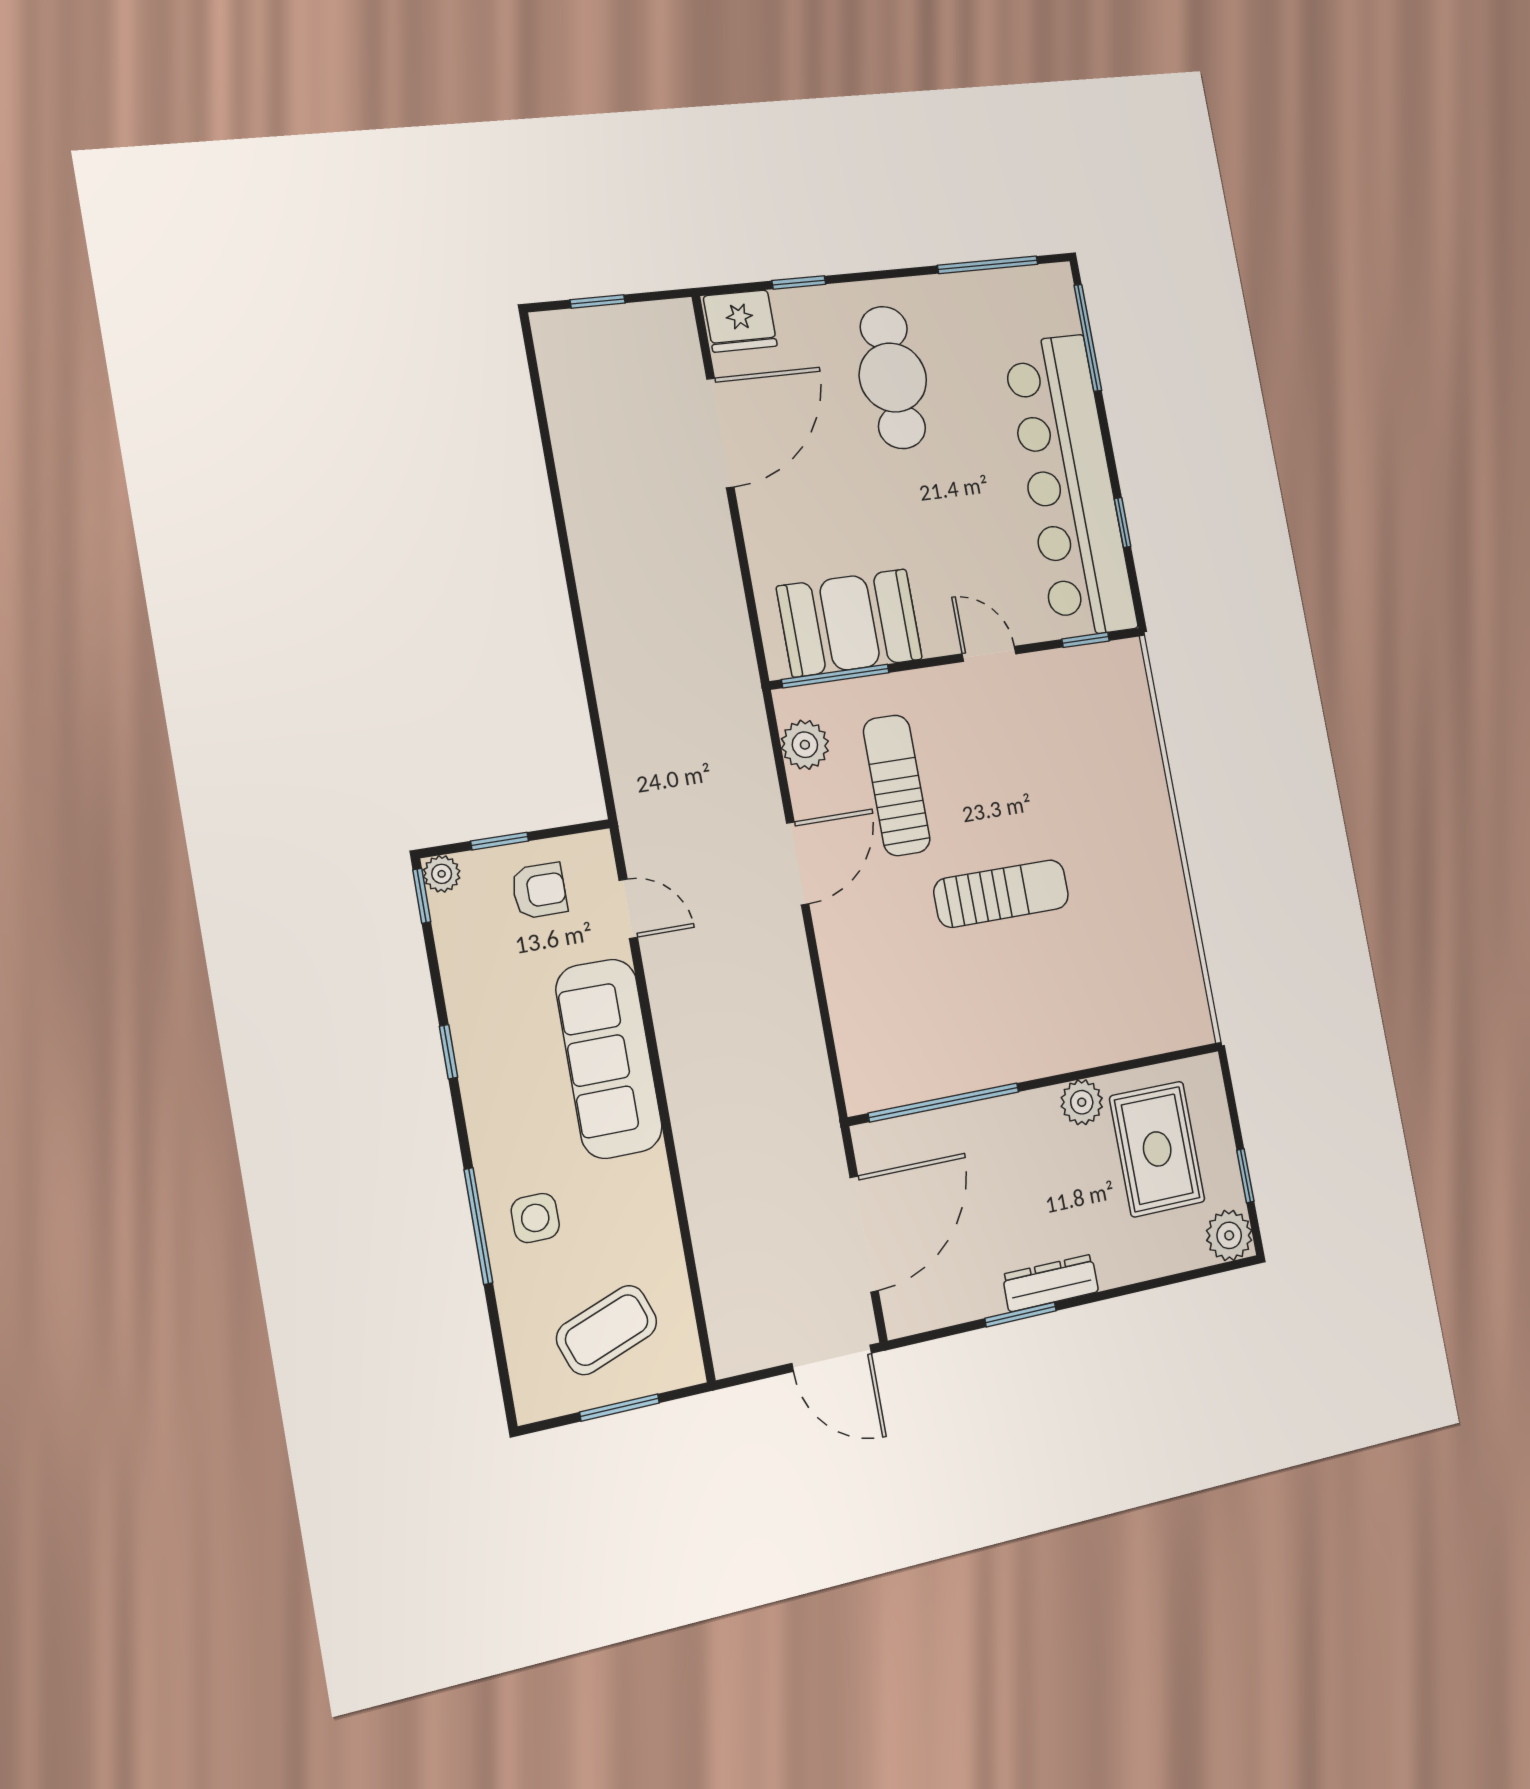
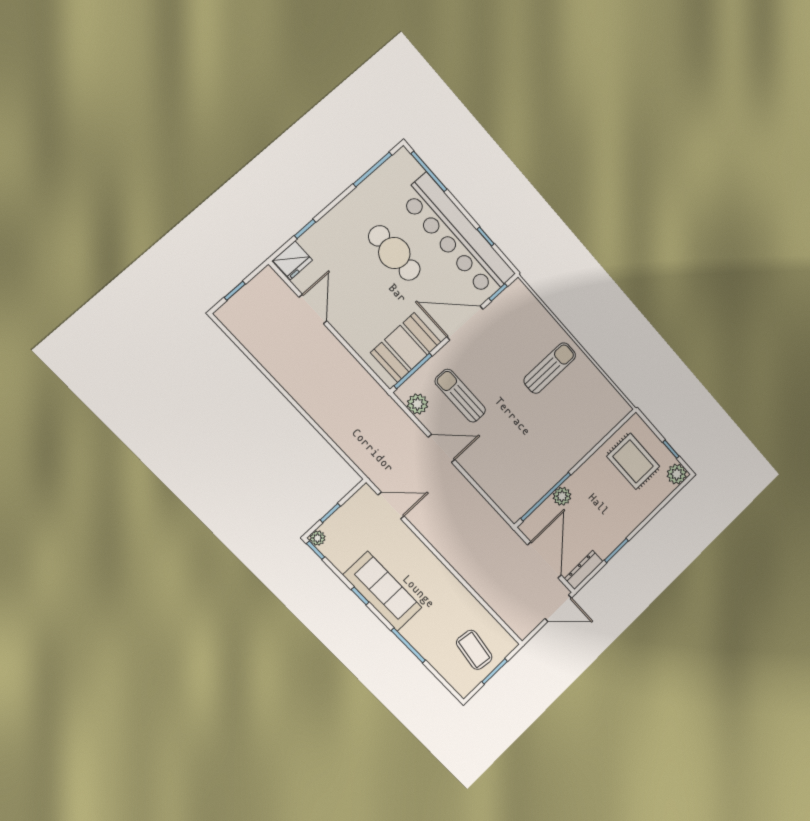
cafe table: (893, 377) -> (394, 253), moved
door: (720, 433) -> (313, 309), width x0.73
door: (989, 654) -> (465, 323), width x1.87
door: (798, 863) -> (442, 448), hinge flipped
armchair: (539, 891) -> (355, 521), removed
sun lounger: (1001, 894) -> (550, 368), moved
door: (628, 909) -> (391, 506), width x1.38
sofa: (609, 1059) -> (382, 591), moved, turned 180
plant: (1082, 1102) -> (562, 496), moved
side table: (535, 1218) -> (426, 630), removed
dresser: (1051, 1283) -> (584, 570), moved
coffee table: (607, 1330) -> (474, 650), turned -62

